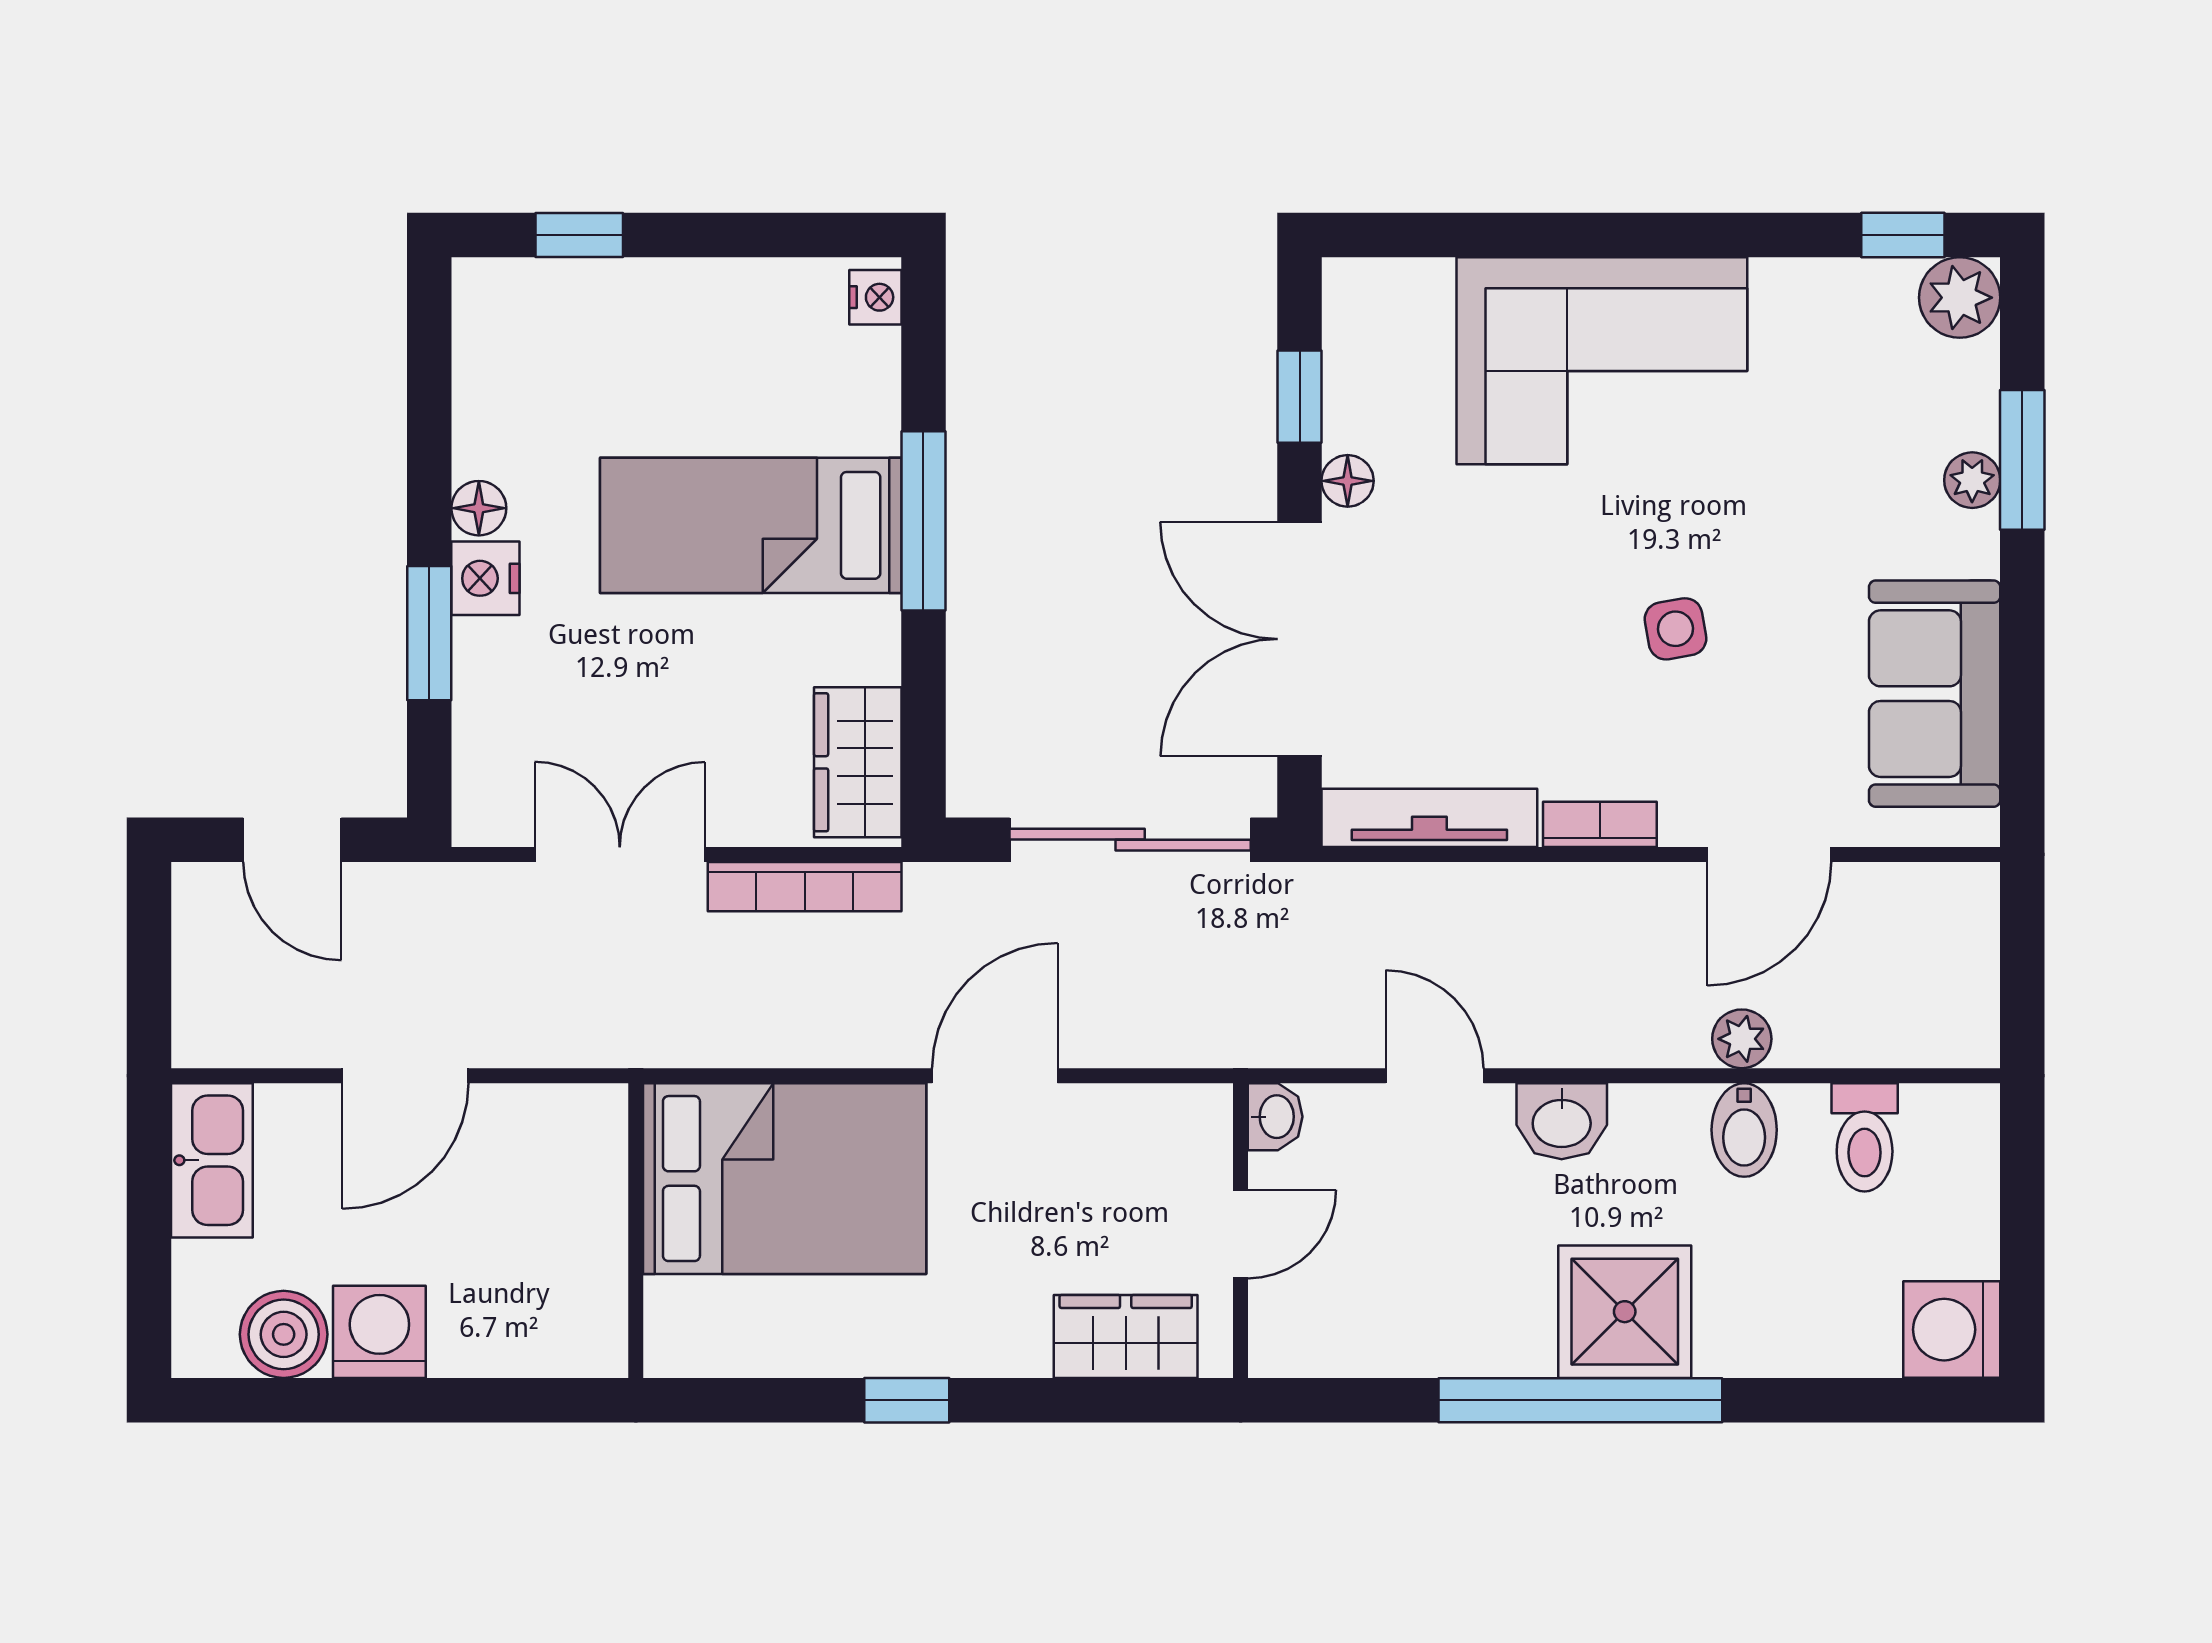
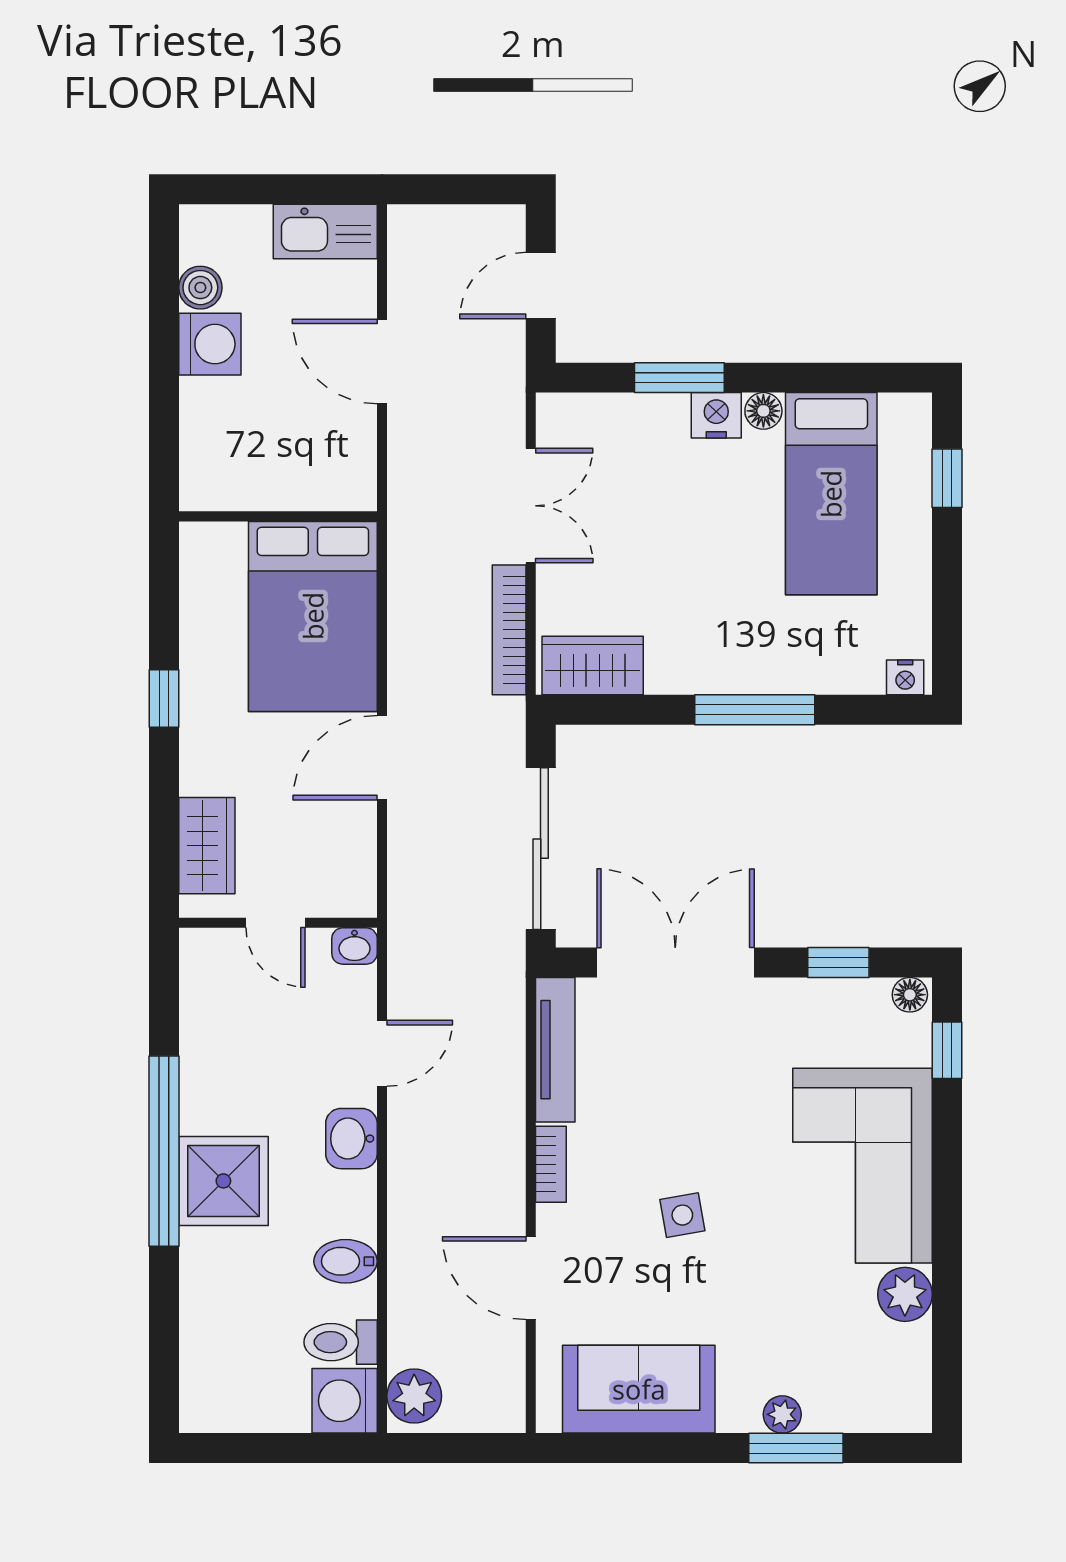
window: (1903, 235) -> (947, 1050), moved
plant: (1960, 298) -> (905, 1294), moved
floor lamp: (1348, 481) -> (910, 995), moved
bed: (751, 525) -> (831, 494), moved, turned 180
plant: (1742, 1039) -> (414, 1396), moved, width x1.38, depth x1.38
door: (995, 1076) -> (382, 758), swing flipped
washing machine: (1952, 1330) -> (345, 1401), moved, turned -90
boiler: (284, 1334) -> (200, 288), width x0.73, depth x0.73

